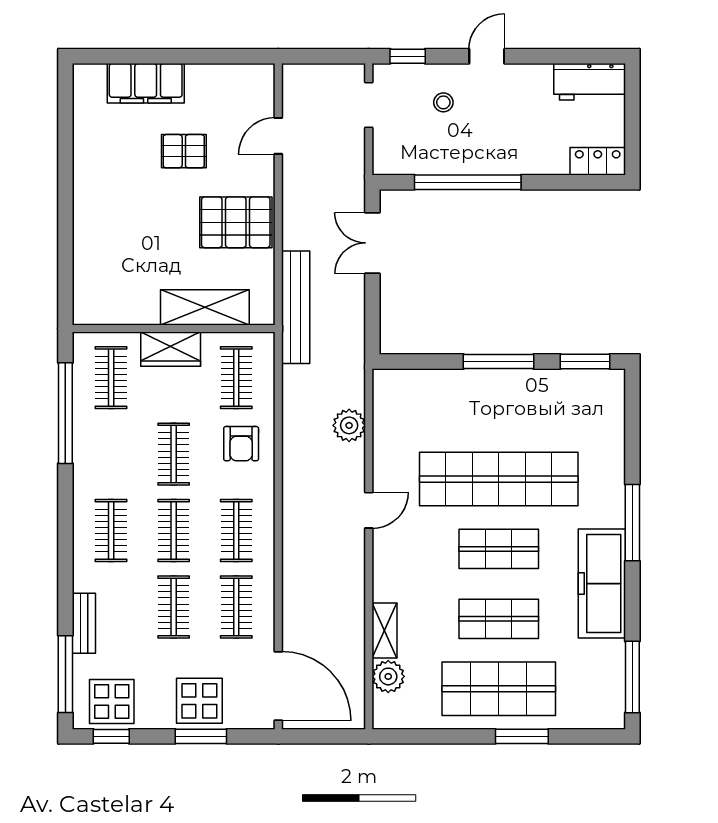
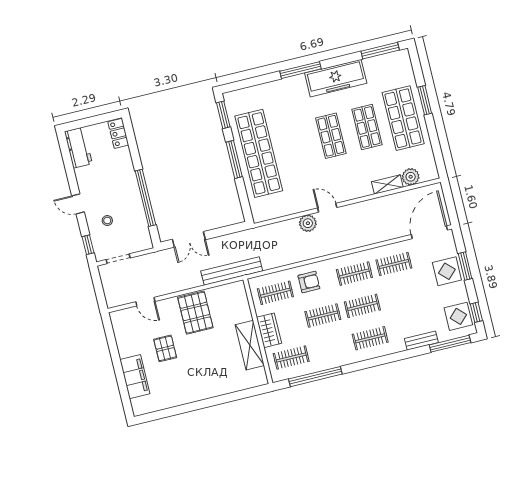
shelving: (205, 307) -> (250, 345), moved
plant: (349, 425) -> (308, 223), moved
shop shelf: (499, 479) -> (259, 153), moved
clothes rail: (174, 607) -> (402, 296), removed

